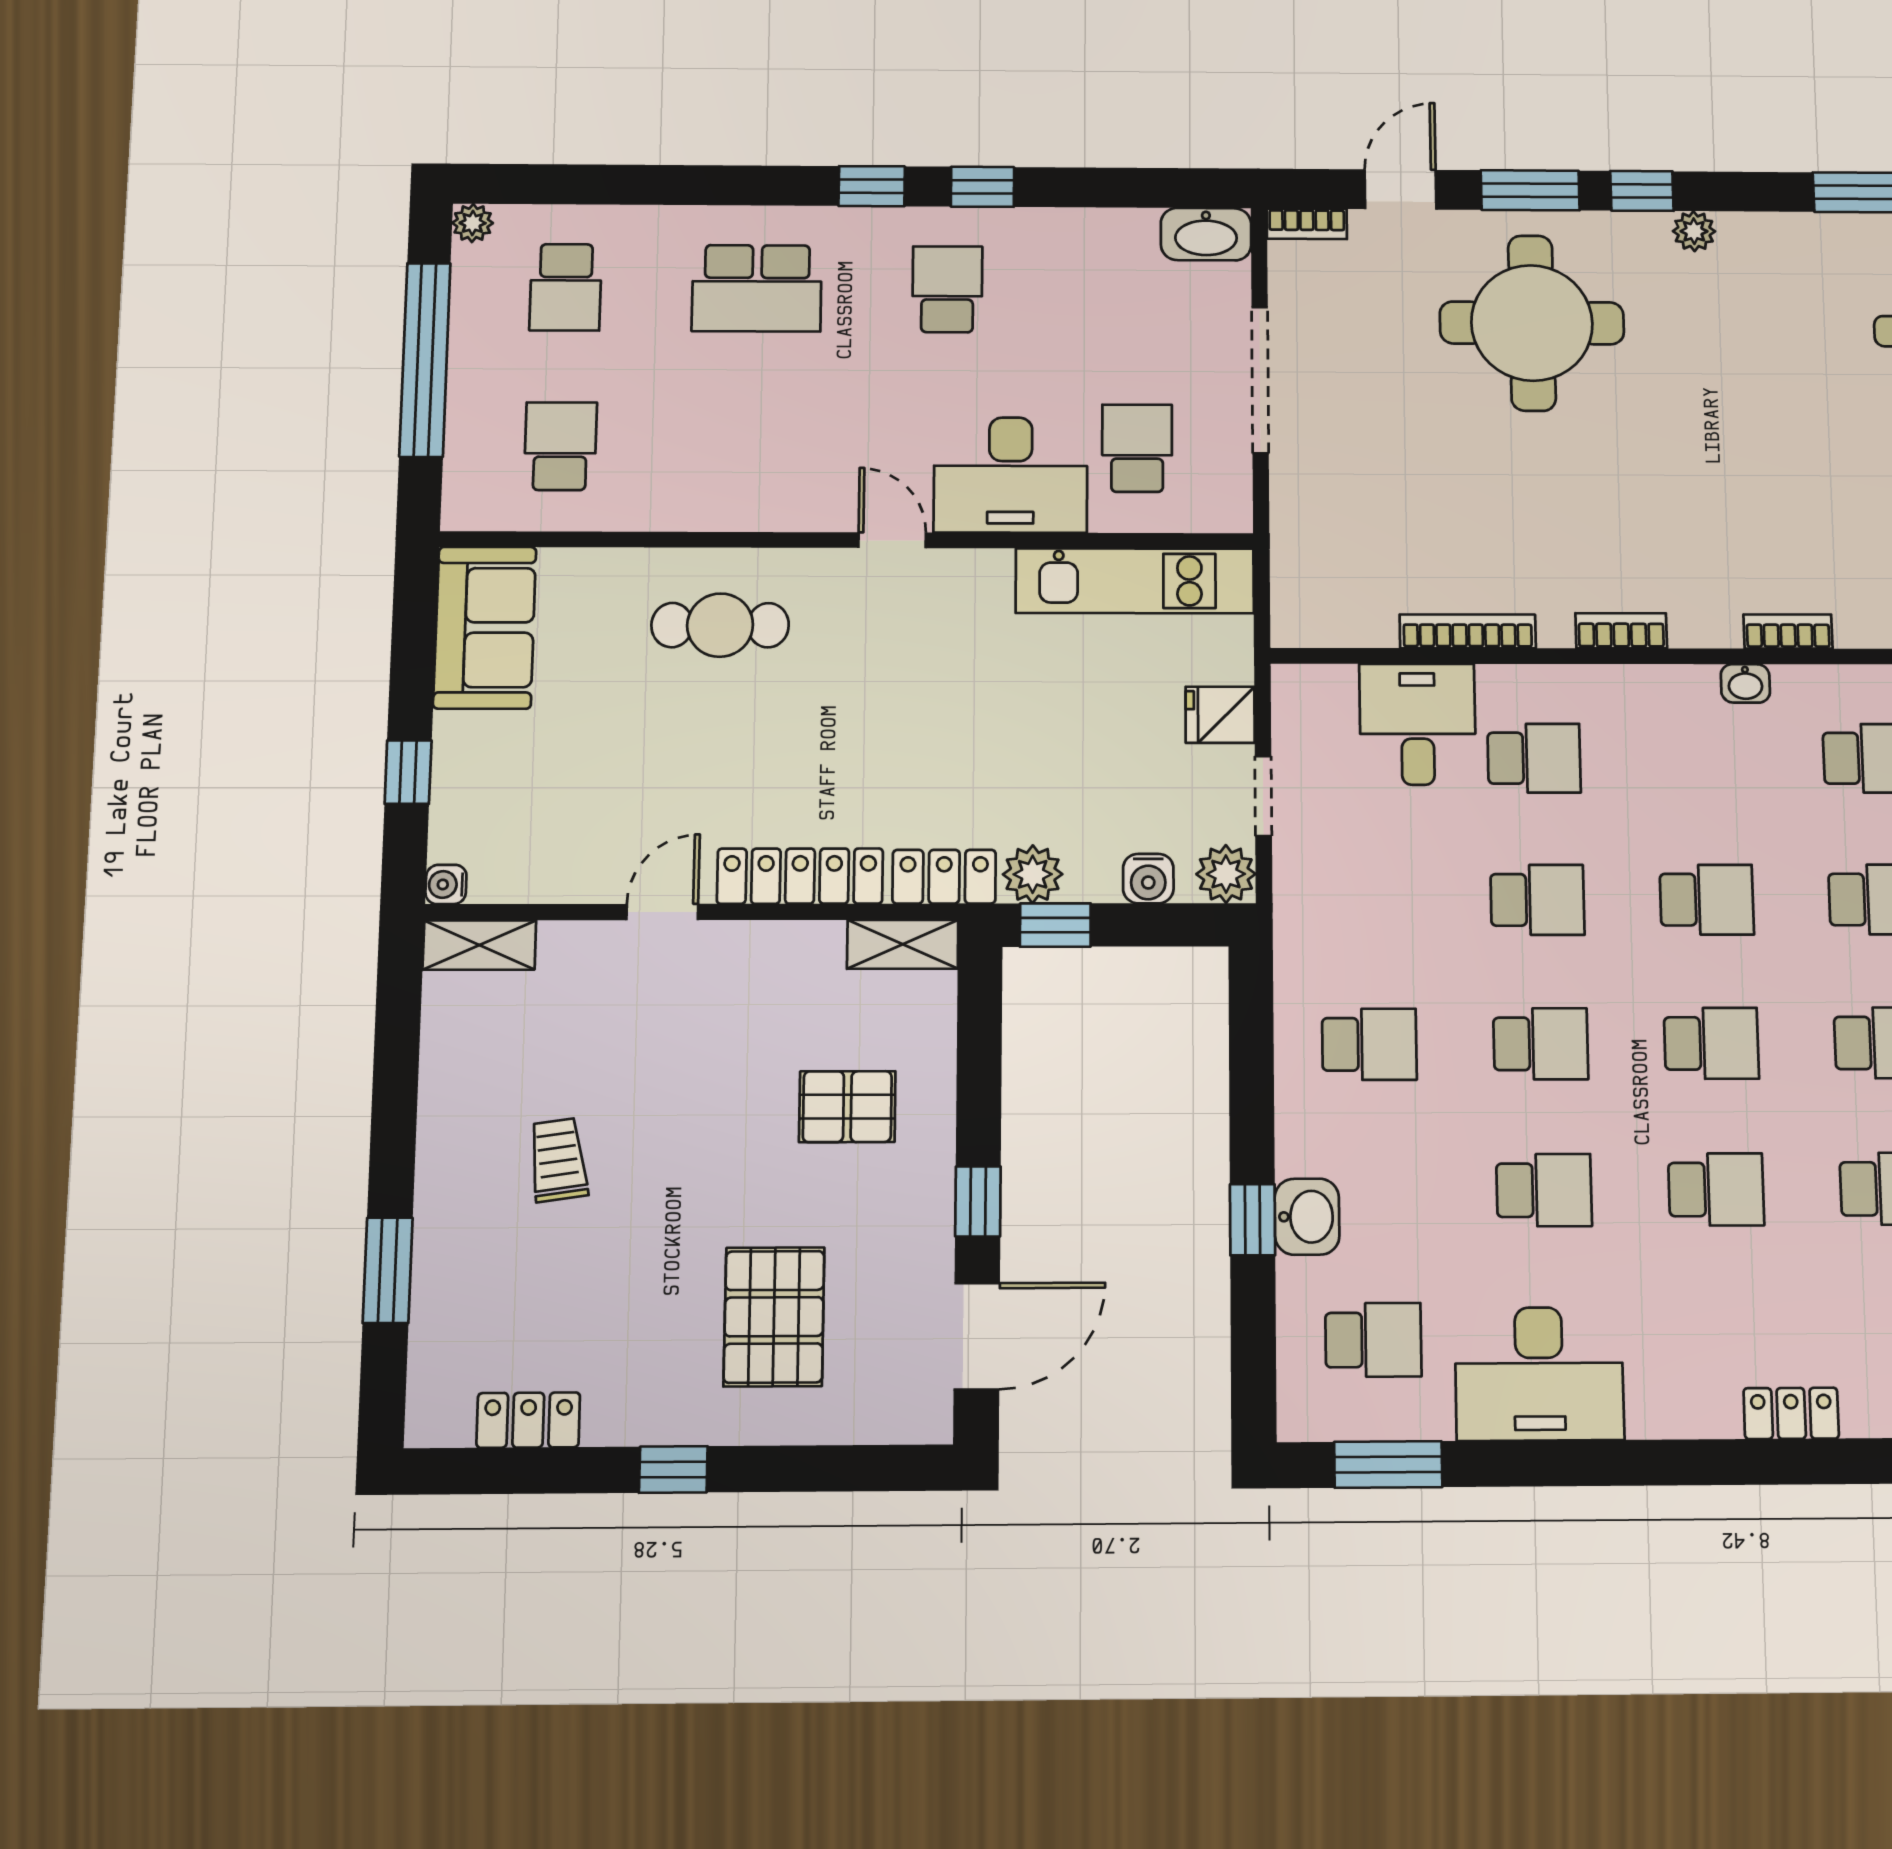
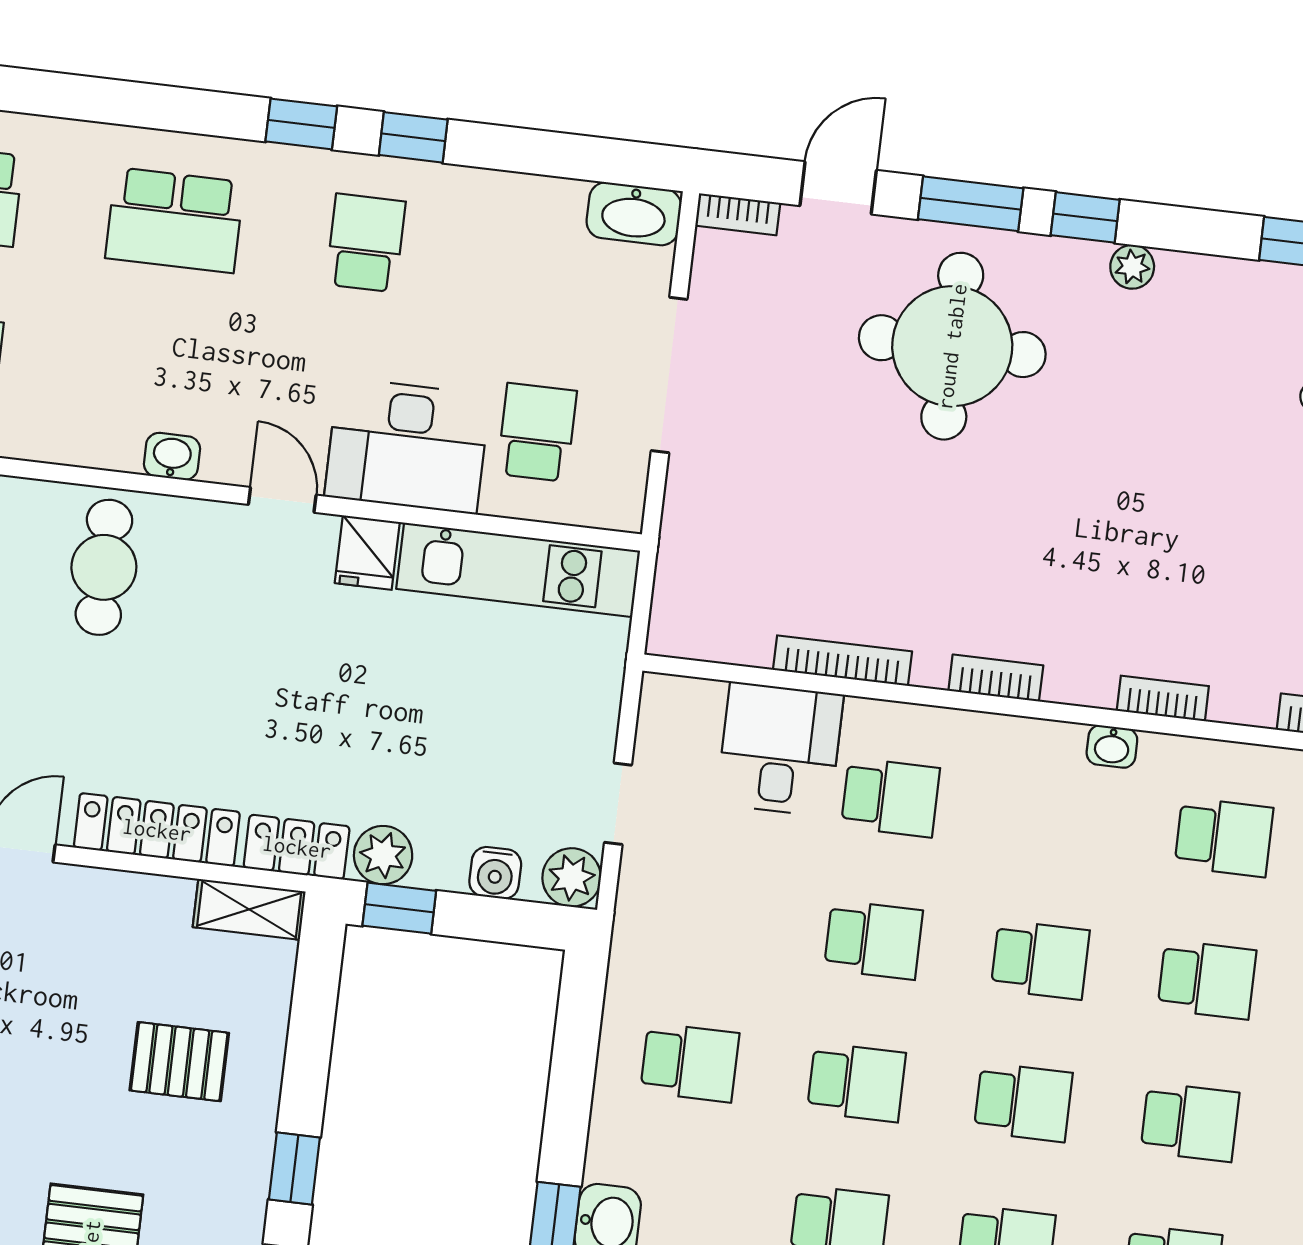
washbasin: (778, 511) -> (172, 456), added
cafe table: (720, 625) -> (104, 567), turned 90
fridge: (1220, 715) -> (367, 553), moved, turned -90

